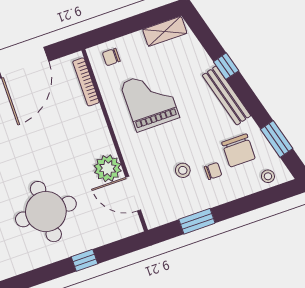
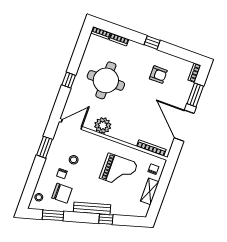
shelving: (165, 31) -> (150, 191), moved
chair: (238, 150) -> (62, 193), turned 180
door: (133, 194) -> (72, 124), moved

